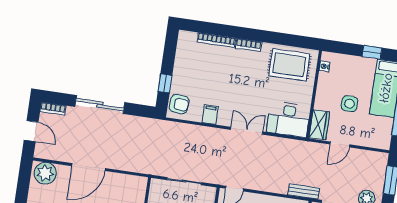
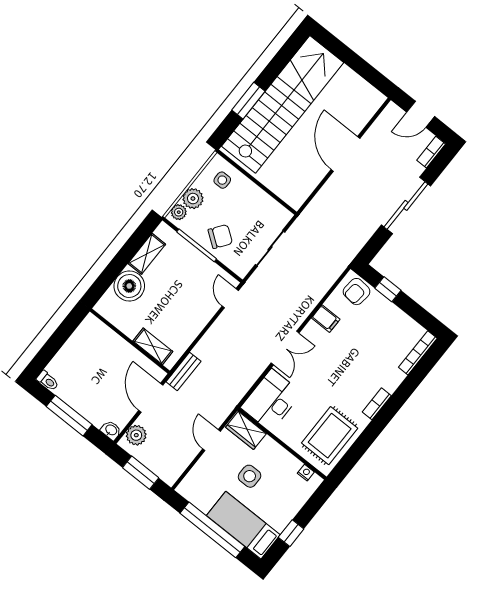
bookcase: (216, 40) -> (418, 353), moved
plant: (45, 173) -> (366, 103), removed

